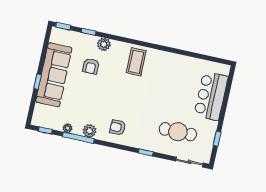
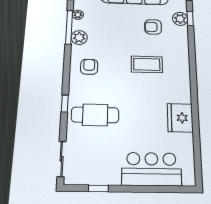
plant: (104, 44) -> (180, 19), moved
coffee table: (136, 62) -> (147, 64), moved
fridge: (175, 64) -> (180, 118), added
cafe table: (178, 132) -> (95, 115), moved, turned 90

